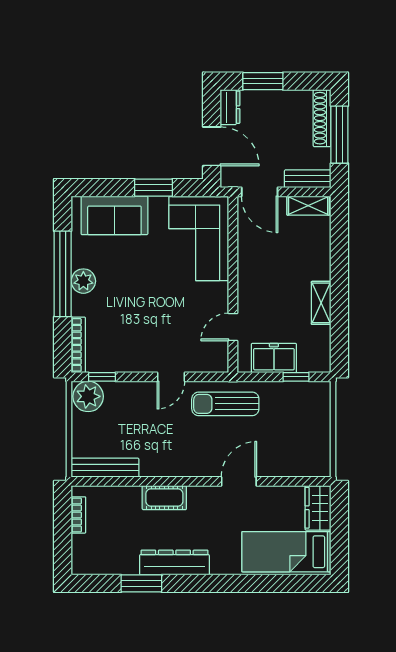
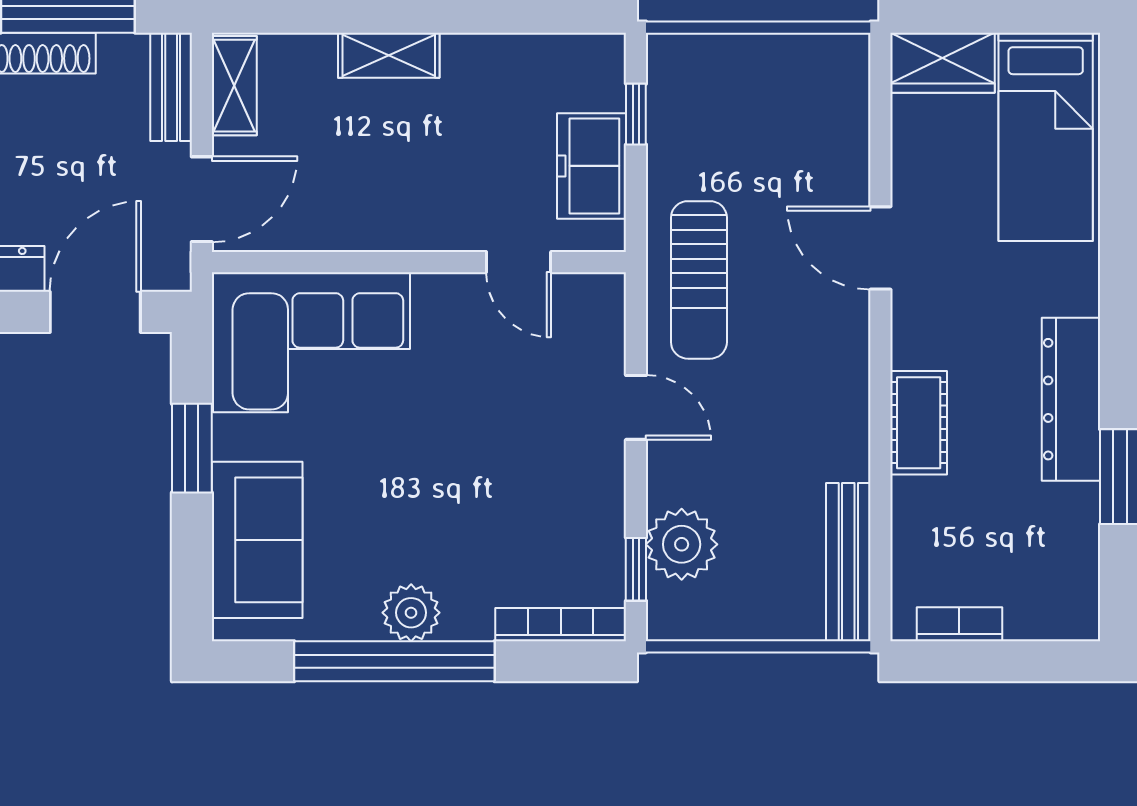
shelving: (321, 303) -> (389, 55), moved
plant: (88, 396) -> (682, 544), moved

